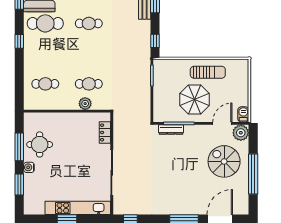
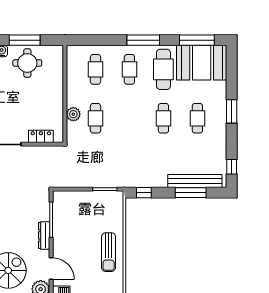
window: (19, 41) -> (143, 40), width x2.17
cafe table: (45, 54) -> (129, 69), added
parasol: (195, 100) -> (78, 237), removed
dresser: (171, 130) -> (44, 235), moved

